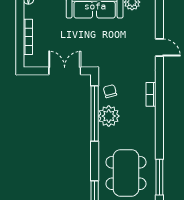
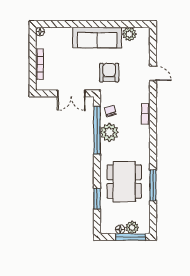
armchair: (109, 47) -> (109, 73), added
double door: (65, 71) -> (71, 93), swing flipped

